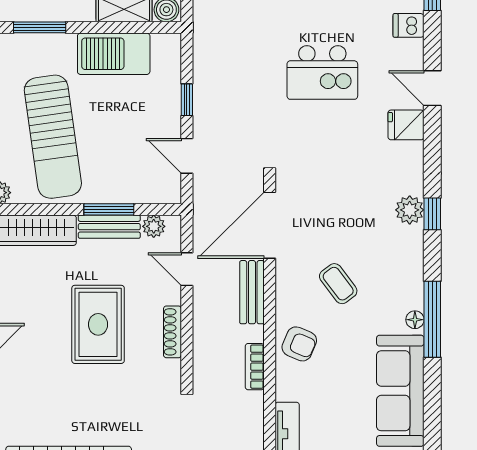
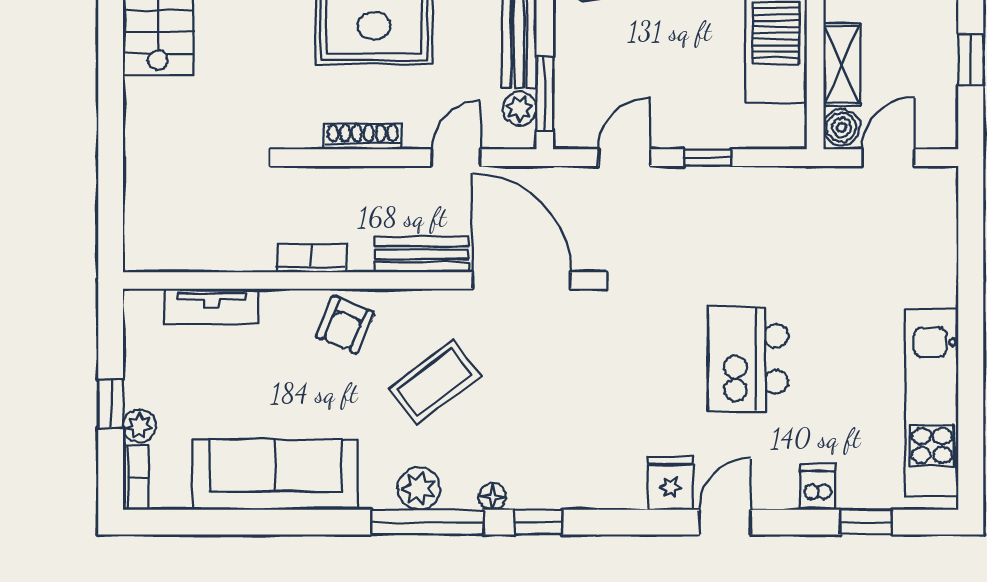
window: (109, 209) -> (545, 94), moved
plant: (410, 210) -> (419, 489), moved
coffee table: (338, 284) -> (435, 382), width x1.36, depth x1.30
window: (432, 319) -> (427, 522), moved
floor lamp: (415, 320) -> (492, 496), moved

